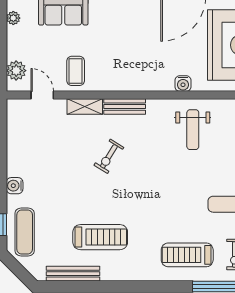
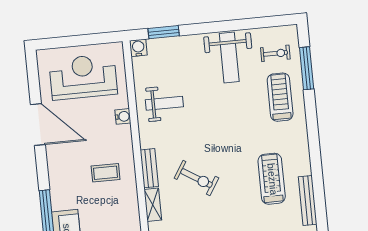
coffee table: (76, 71) -> (106, 173), moved
exercise bike: (109, 156) -> (196, 178), width x1.38, depth x1.39
treadmill: (187, 255) -> (280, 97), turned 180

